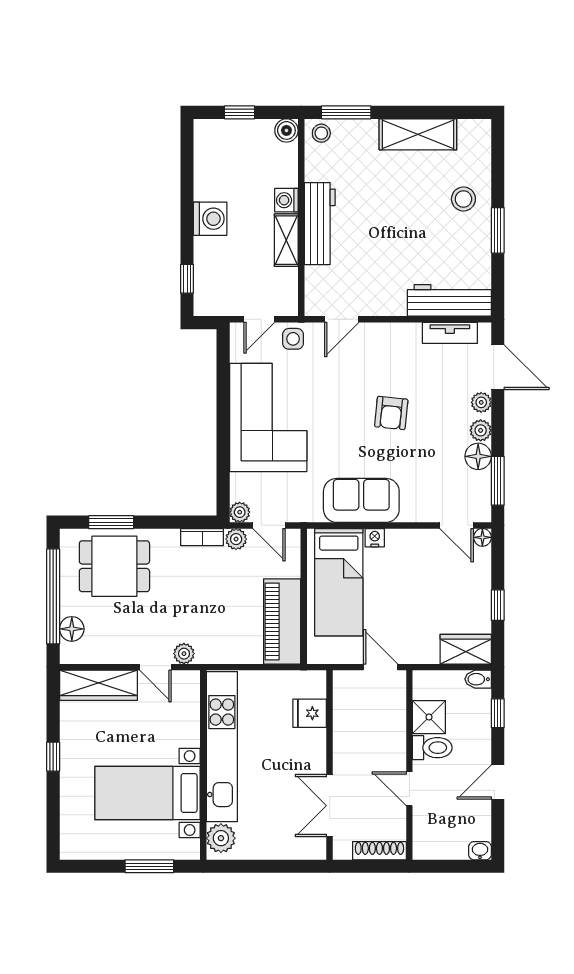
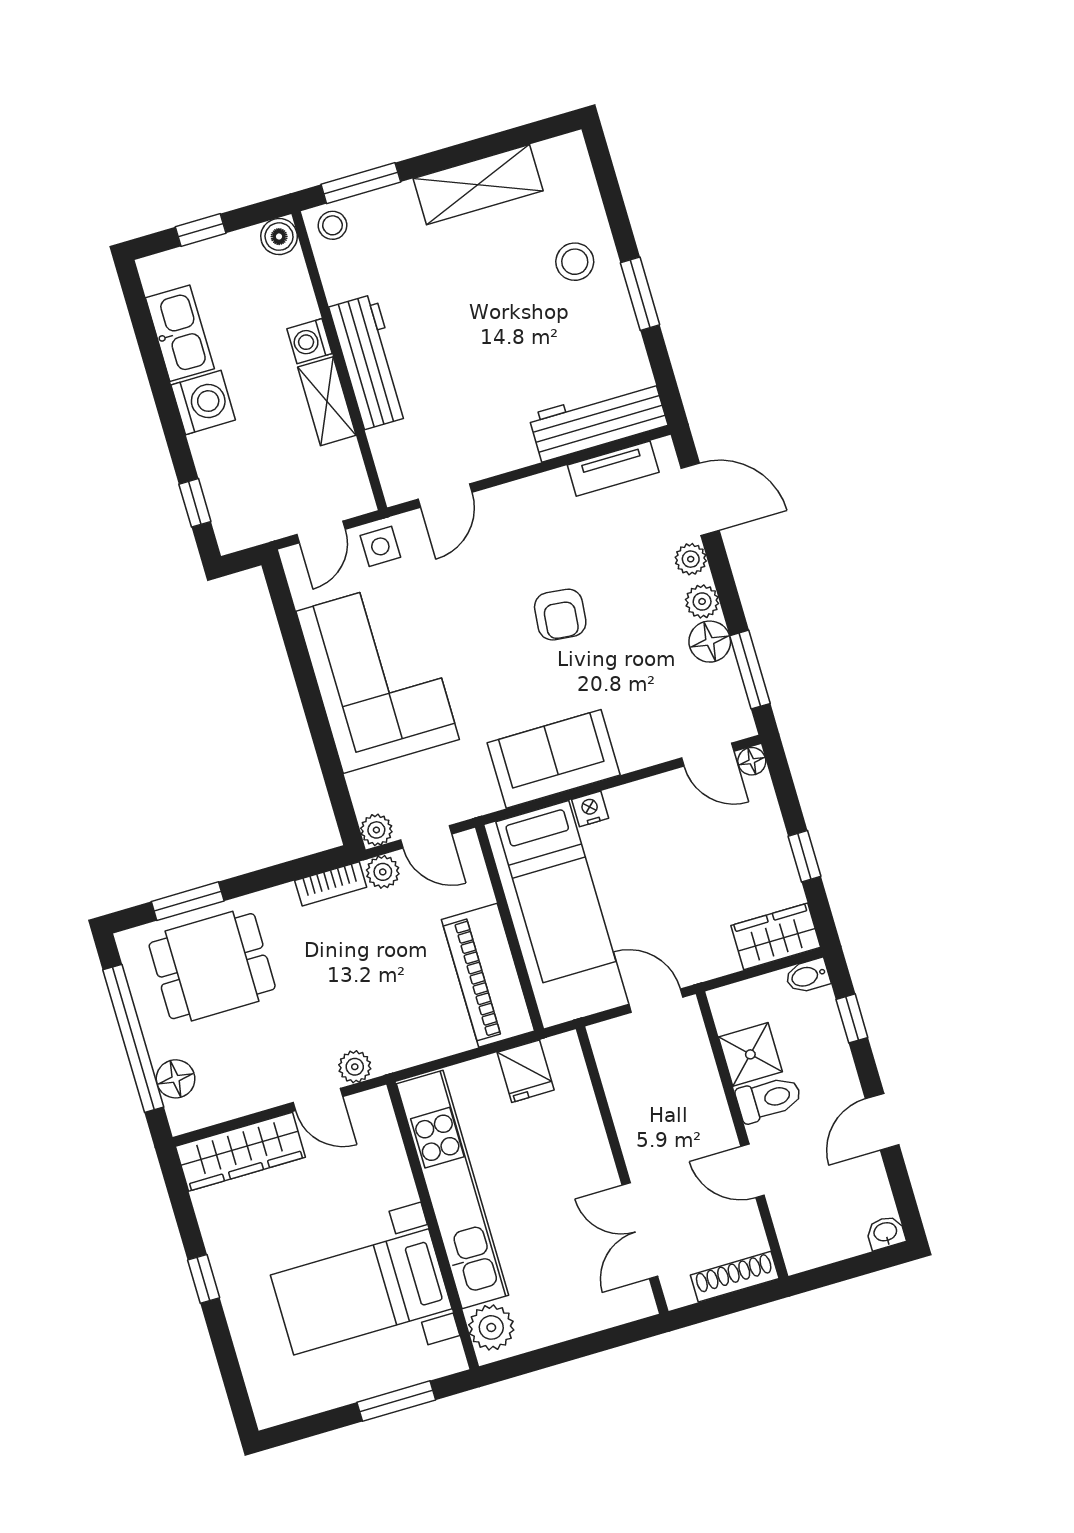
kitchen sink: (208, 172) -> (180, 333), added
fridge: (310, 713) -> (526, 1071), moved, turned -90

